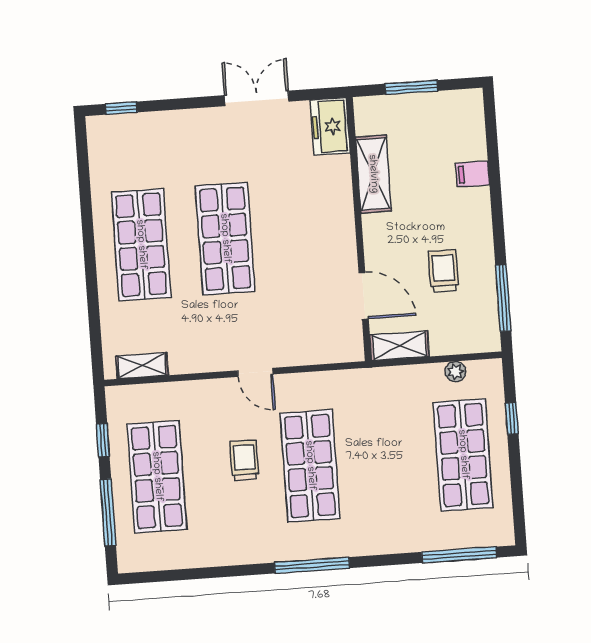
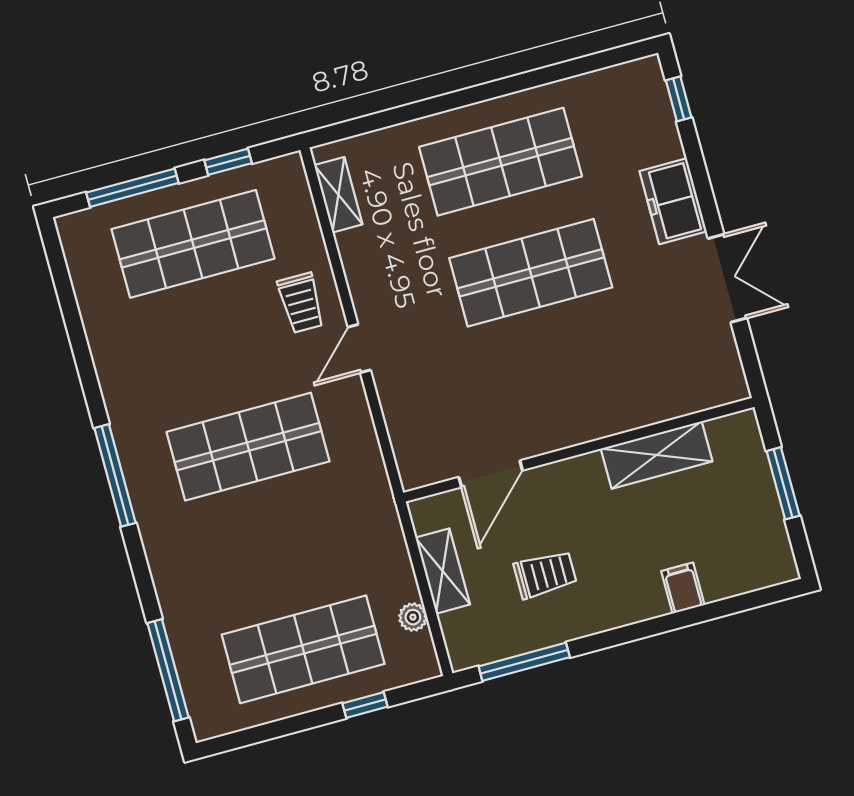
freezer: (330, 126) -> (673, 201), moved, turned -90
shelving: (399, 346) -> (443, 571), moved
trolley: (244, 460) -> (301, 303), moved, turned 90

